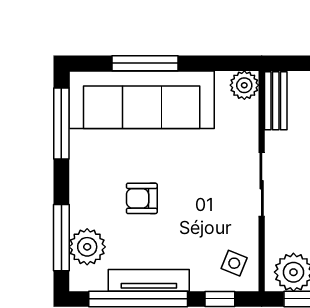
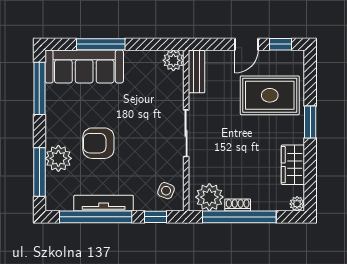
sofa: (142, 100) -> (84, 66), width x0.74, depth x0.79
armchair: (142, 198) -> (98, 143), width x1.38, depth x1.38
plant: (87, 247) -> (58, 158), moved

